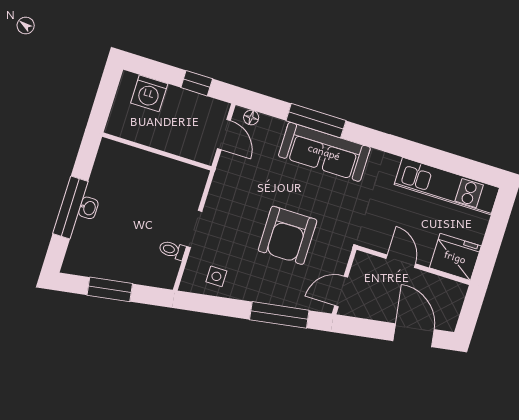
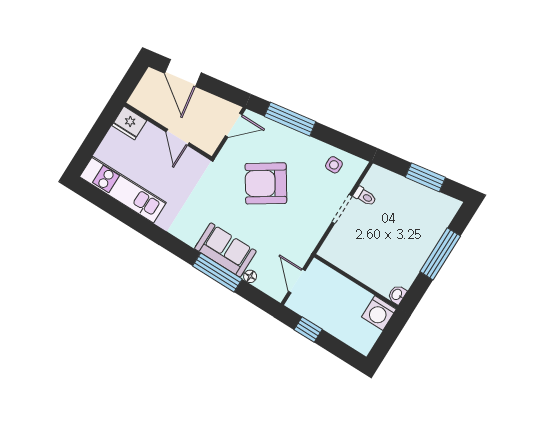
washing machine: (149, 93) -> (379, 313), moved, turned 180
floor lamp: (251, 118) -> (250, 276), moved
sofa: (324, 152) -> (225, 250), width x0.73
washbasin: (88, 208) -> (397, 295), moved
armchair: (288, 235) -> (266, 183), turned -123
fridge: (455, 257) -> (129, 123), width x0.73, depth x0.75

